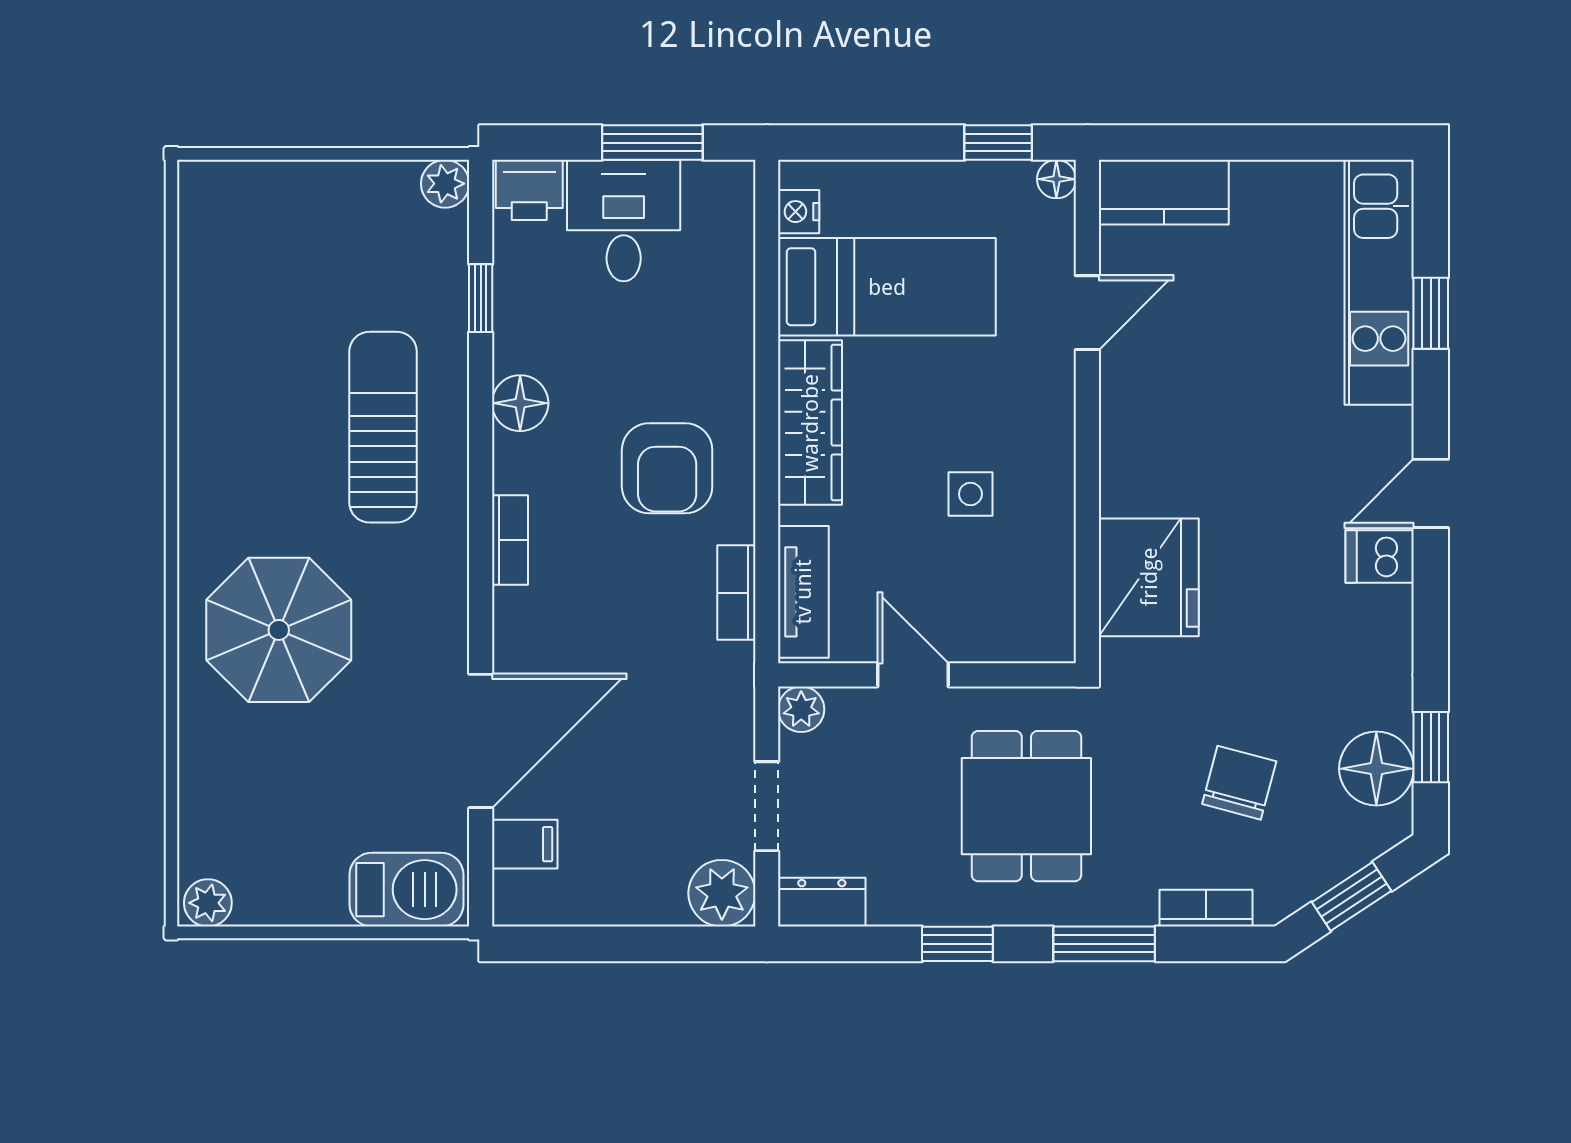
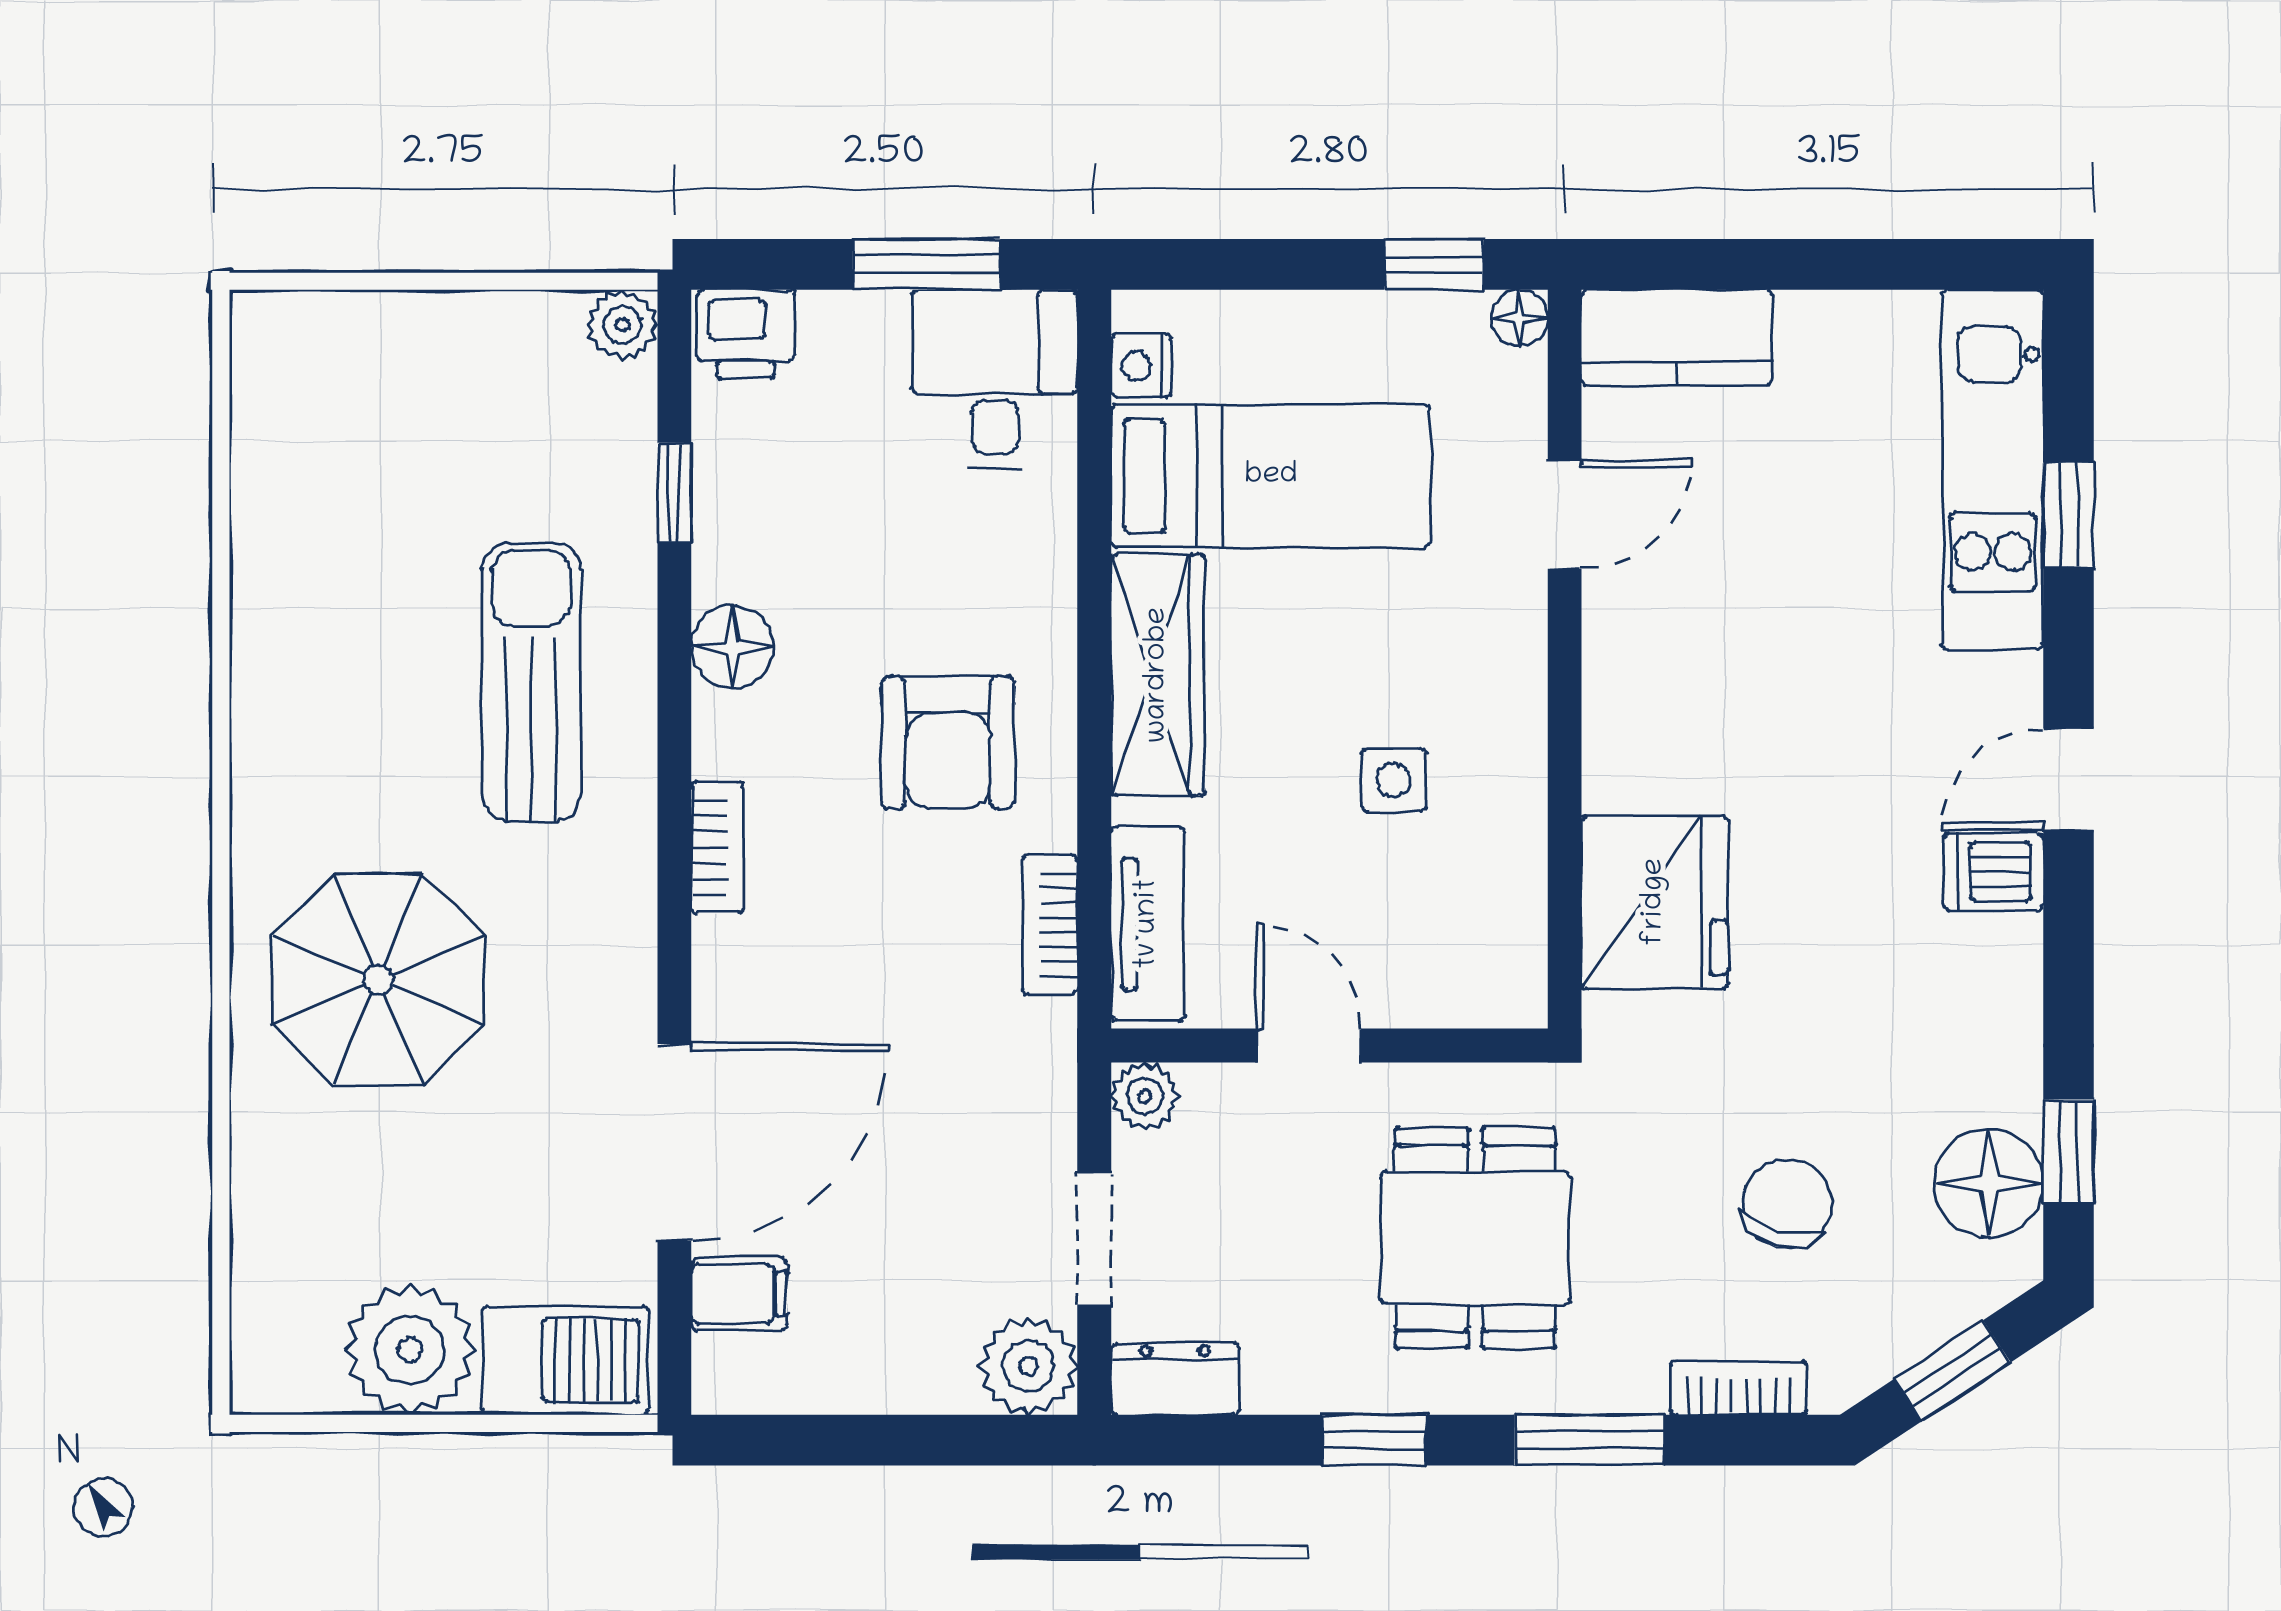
desk: (624, 221) -> (995, 379), moved
plant: (208, 903) -> (410, 1349), moved, width x1.88, depth x1.88

